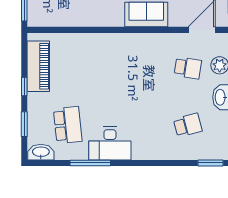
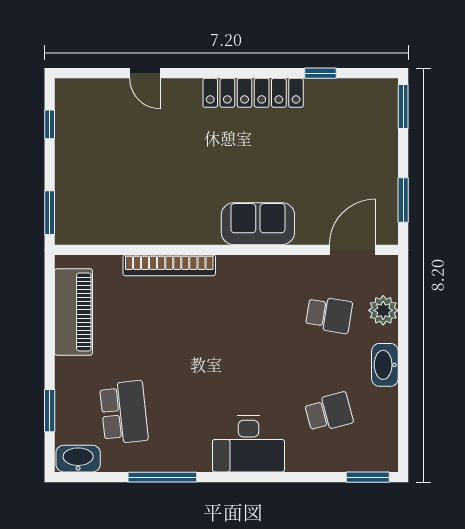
bookcase: (94, 39) -> (169, 265), added
window: (24, 87) -> (50, 347), removed
desk: (110, 144) -> (248, 444), moved

